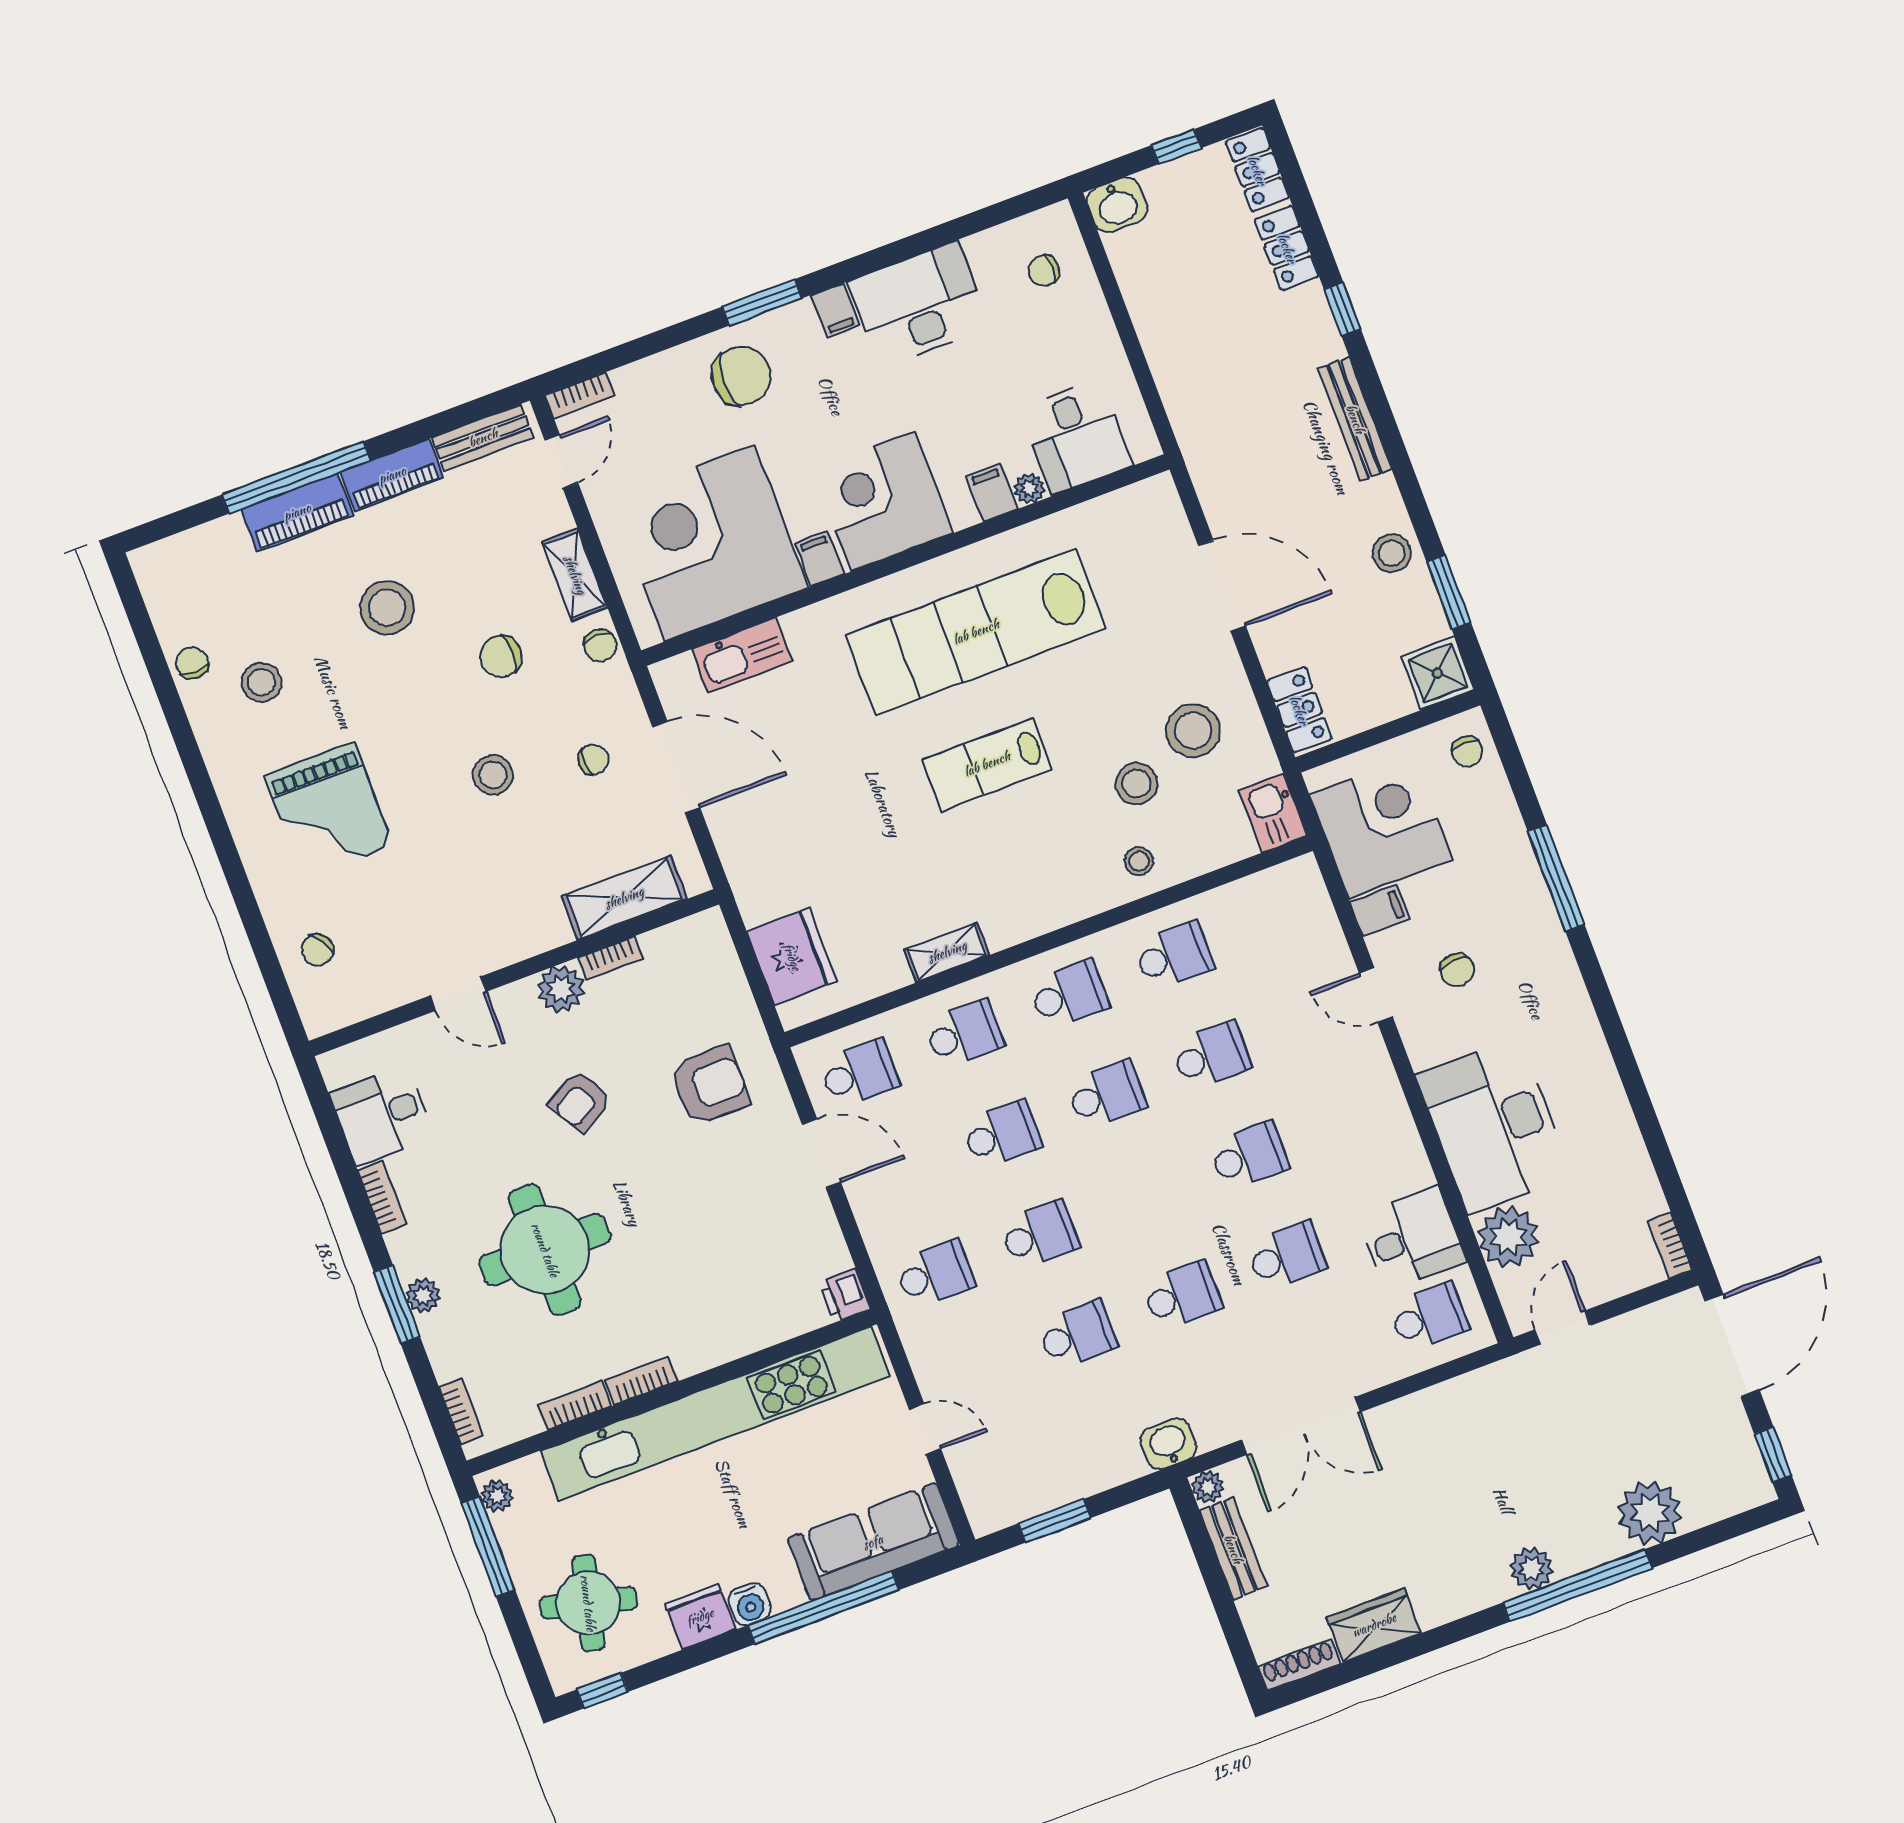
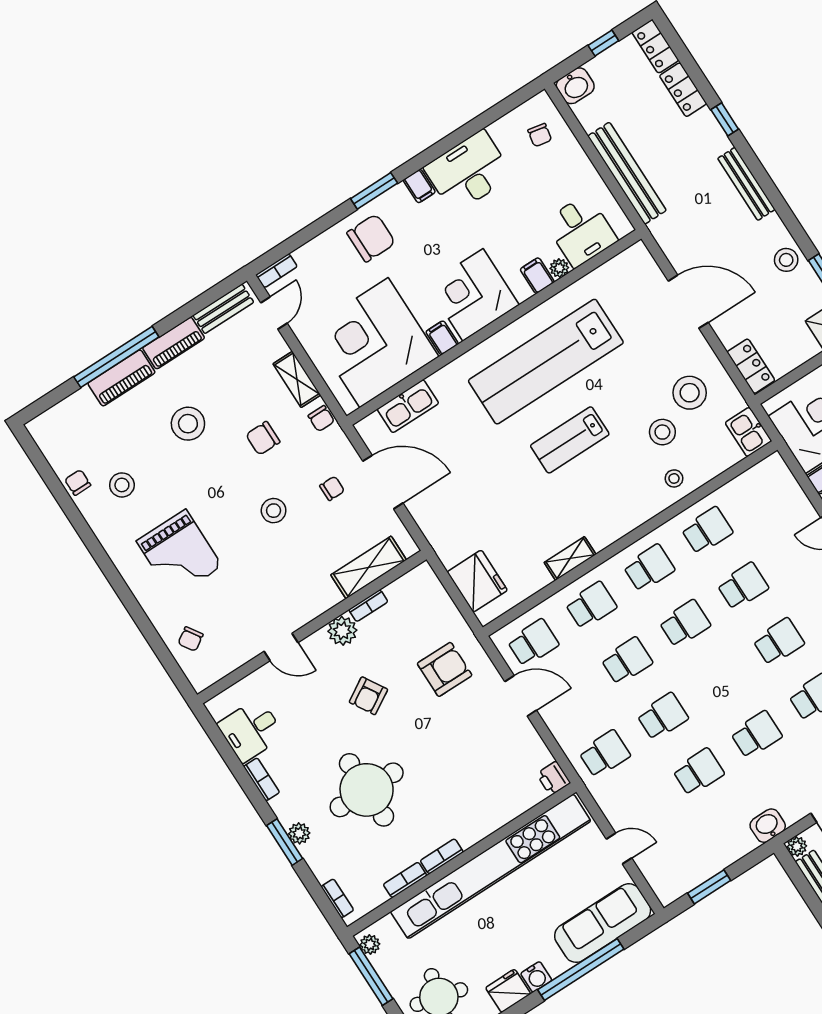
chair: (1044, 271) -> (540, 135), turned -79
bench: (1169, 361) -> (627, 173), added

